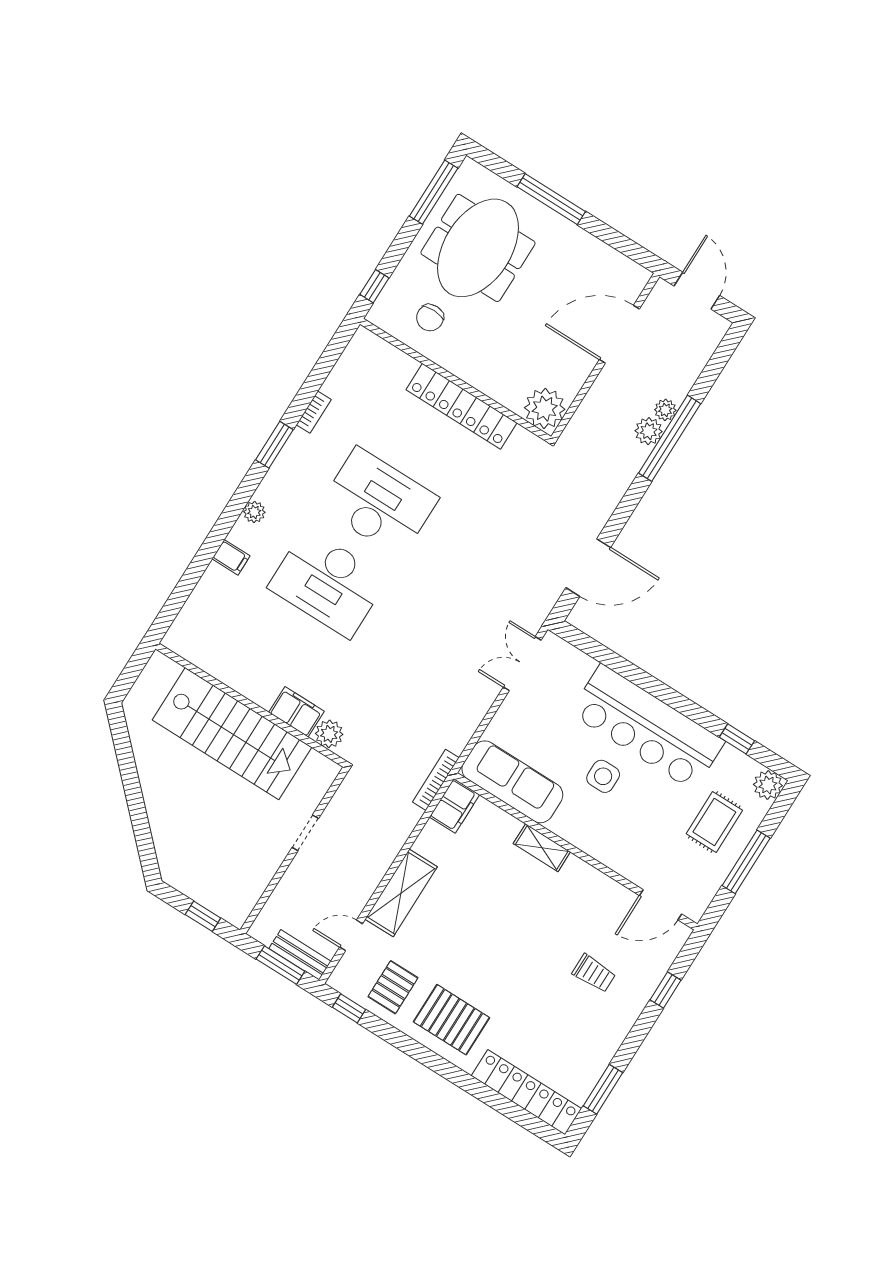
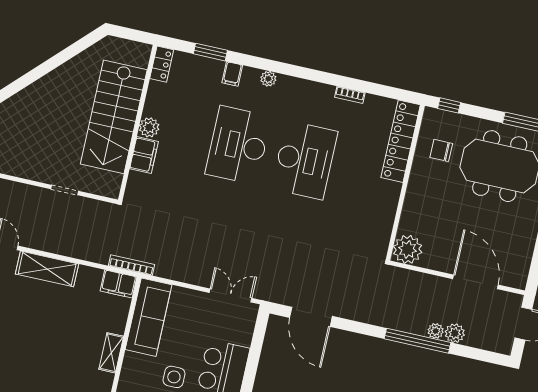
locker: (461, 406) -> (401, 141), moved
plant: (649, 431) -> (455, 333), moved
window: (274, 445) -> (210, 52), moved
locker: (185, 646) -> (162, 64), added
plant: (329, 734) -> (149, 127), moved

